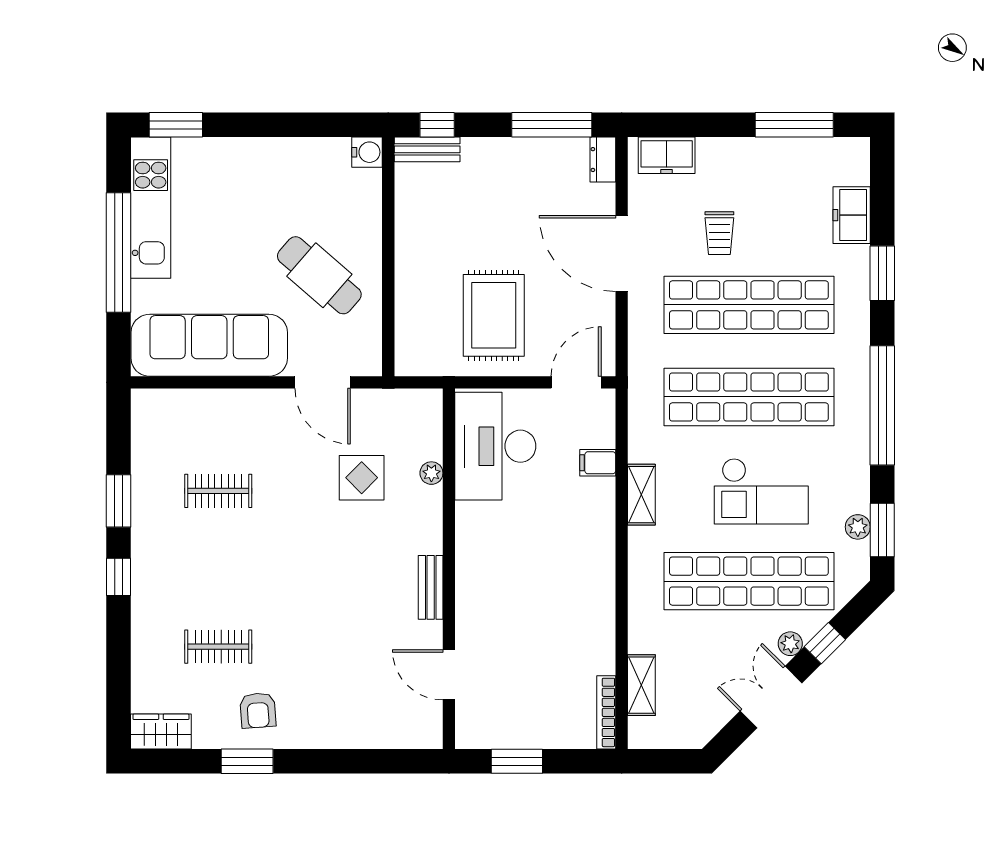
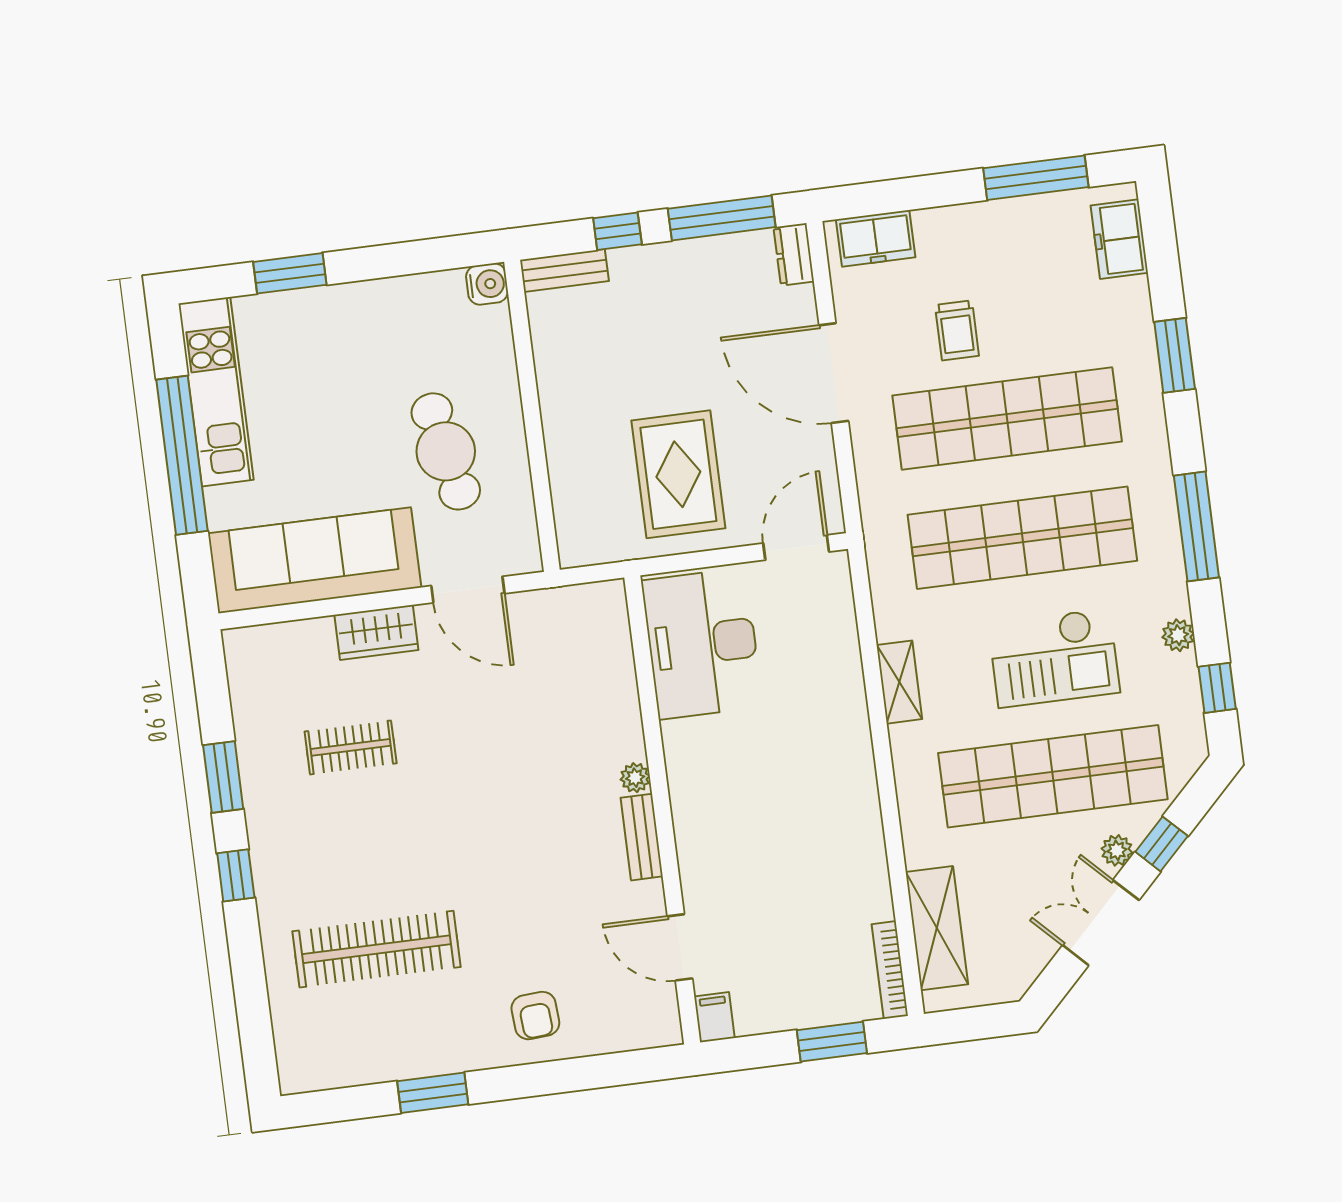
window: (176, 125) -> (290, 273), moved
window: (437, 125) -> (617, 231), moved
freezer: (852, 215) -> (1119, 239), moved
cafe table: (319, 275) -> (446, 451), turned 37
window: (882, 405) -> (1196, 526), width x0.68
filing cabinet: (598, 463) -> (714, 1017), moved, turned 90
plant: (431, 473) -> (635, 778), moved
display table: (362, 478) -> (534, 707), removed
plant: (858, 527) -> (1178, 635), moved
window: (882, 530) -> (1217, 688), width x0.67
clothes rail: (218, 647) -> (376, 949), width x1.86, depth x1.31
shelving: (641, 685) -> (937, 928), width x1.50, depth x1.33
armchair: (258, 710) -> (535, 1016), moved
wardrobe: (161, 732) -> (376, 632), moved, turned 180
window: (517, 761) -> (832, 1042), moved

